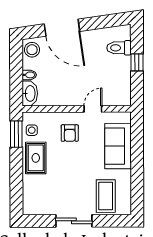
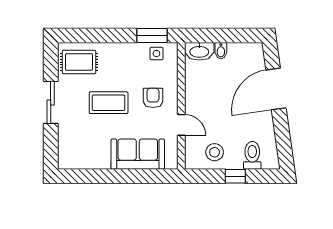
stool: (32, 50) -> (215, 152), moved
armchair: (70, 133) -> (153, 98), turned 90
rug: (36, 158) -> (79, 62), moved
coffee table: (106, 196) -> (109, 103), moved

